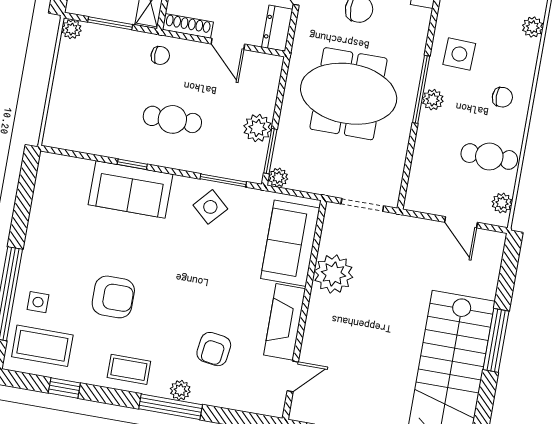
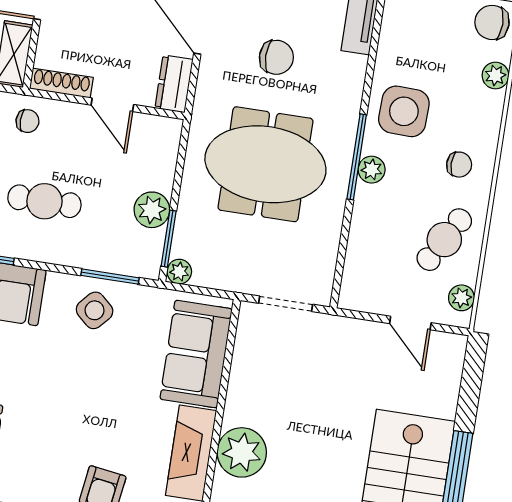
side table: (459, 54) -> (404, 111), width x1.37, depth x1.37
cafe table: (489, 157) -> (444, 240), turned -60
plant: (333, 274) -> (242, 452), moved

